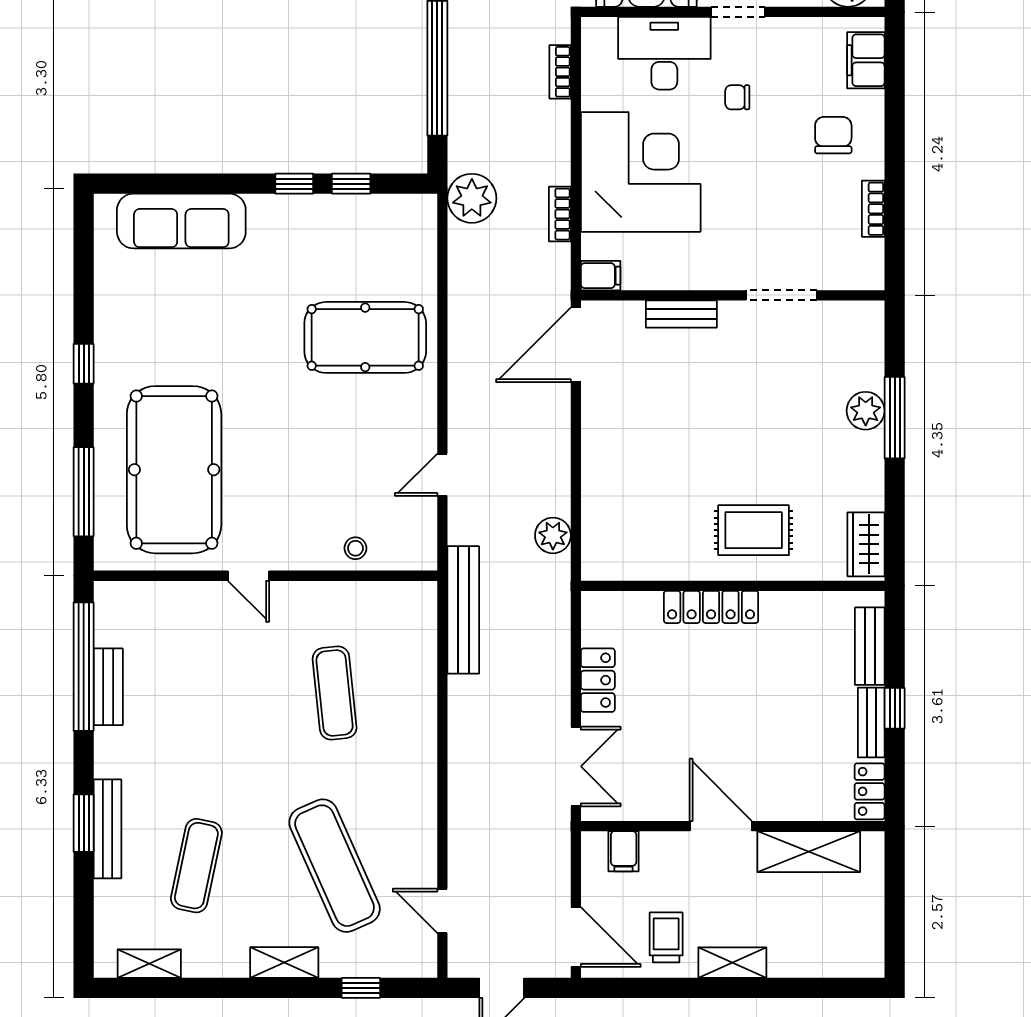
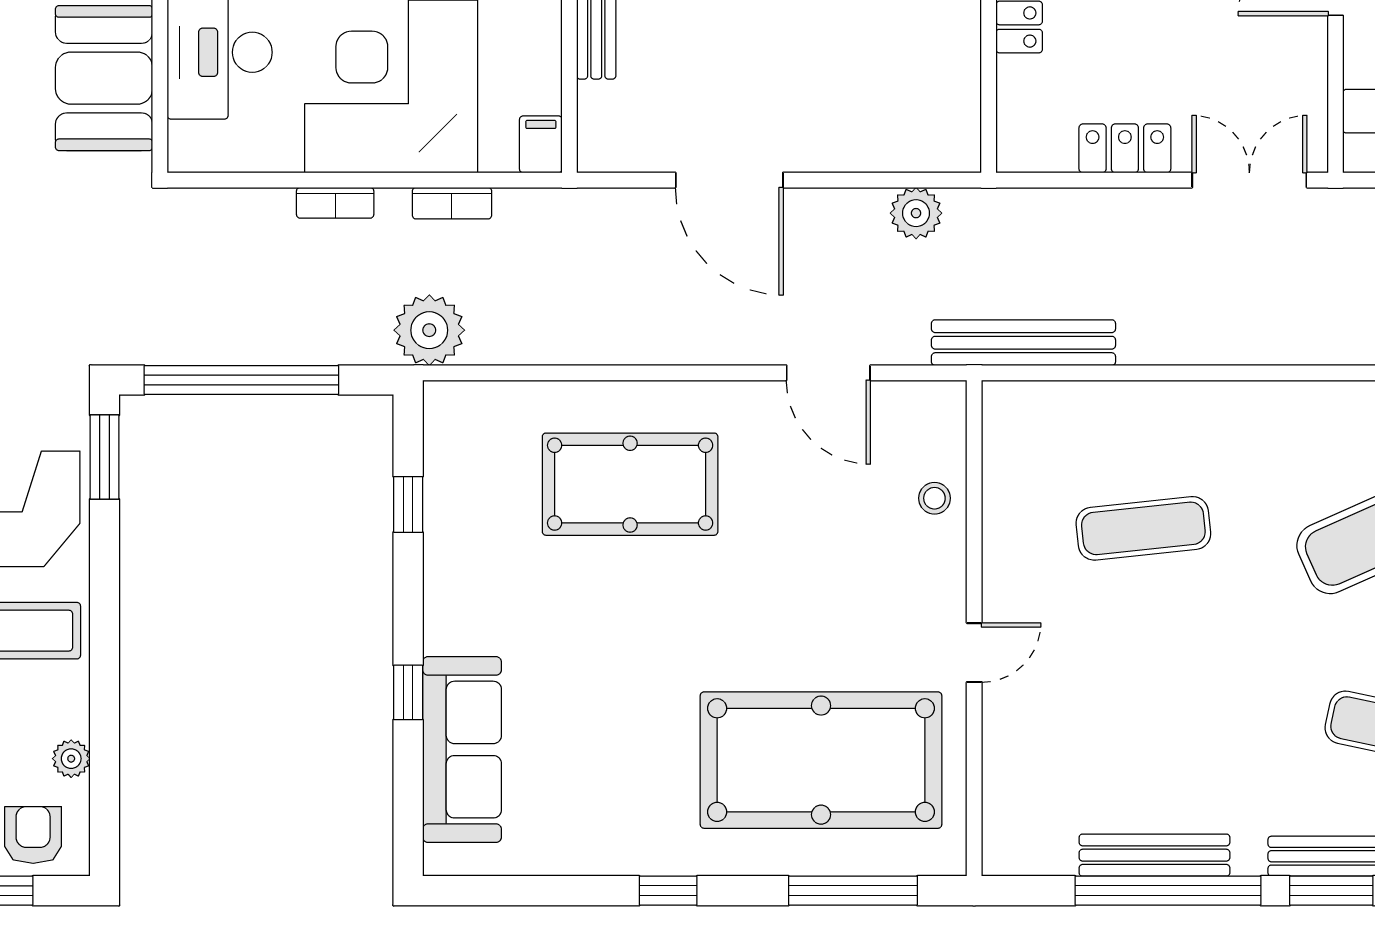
bookcase: (560, 72) -> (335, 203), moved
window: (294, 184) -> (408, 692), moved
pool table: (365, 337) -> (630, 484), turned 90
door: (576, 345) -> (729, 180), moved
door: (442, 475) -> (828, 373), width x1.38
window: (84, 667) -> (1168, 891), moved
bench: (108, 687) -> (1154, 855), width x1.36

